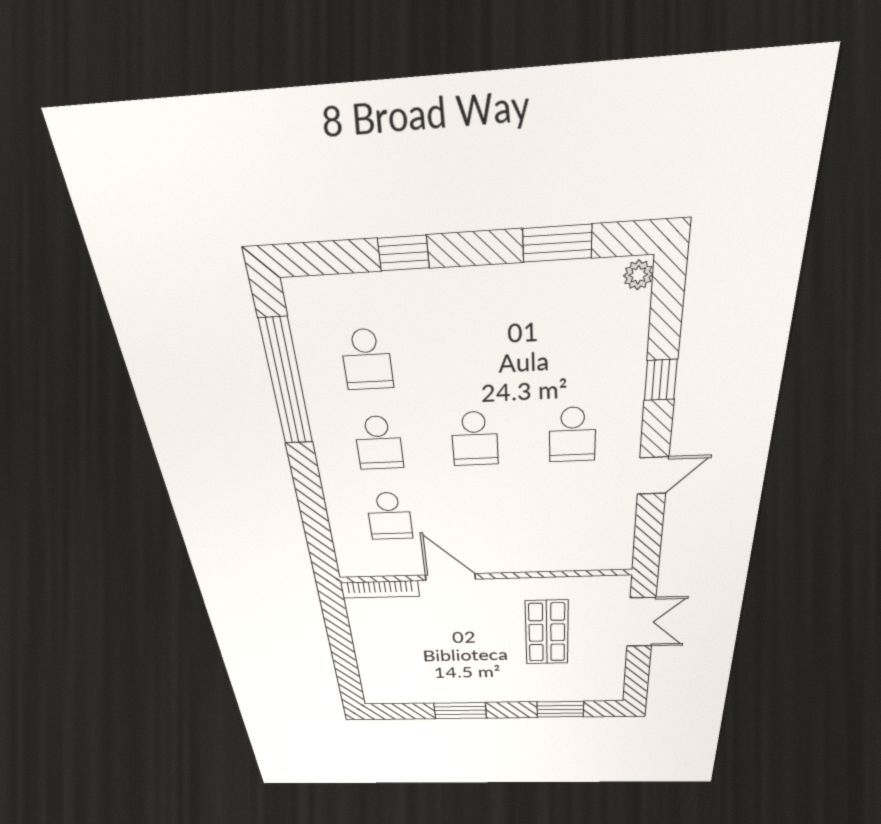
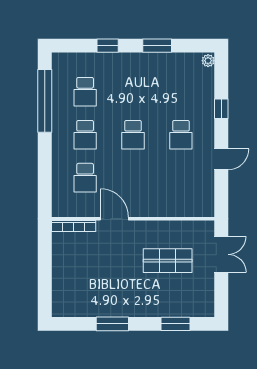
window: (557, 243) -> (157, 46), moved
shop shelf: (547, 633) -> (168, 261), turned 90

